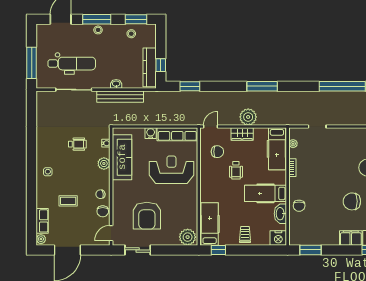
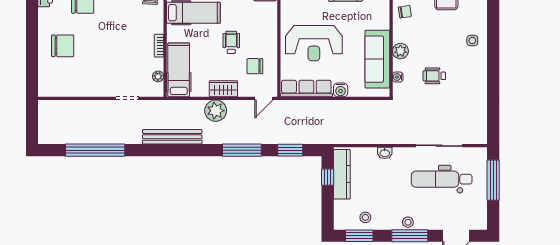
window: (262, 86) -> (242, 150), moved
bench: (120, 97) -> (172, 137), moved

